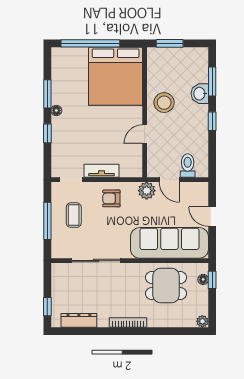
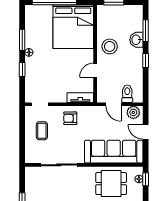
tv unit: (101, 171) -> (80, 98), moved
plant: (147, 191) -> (133, 112), moved
window: (47, 221) -> (22, 135), removed

